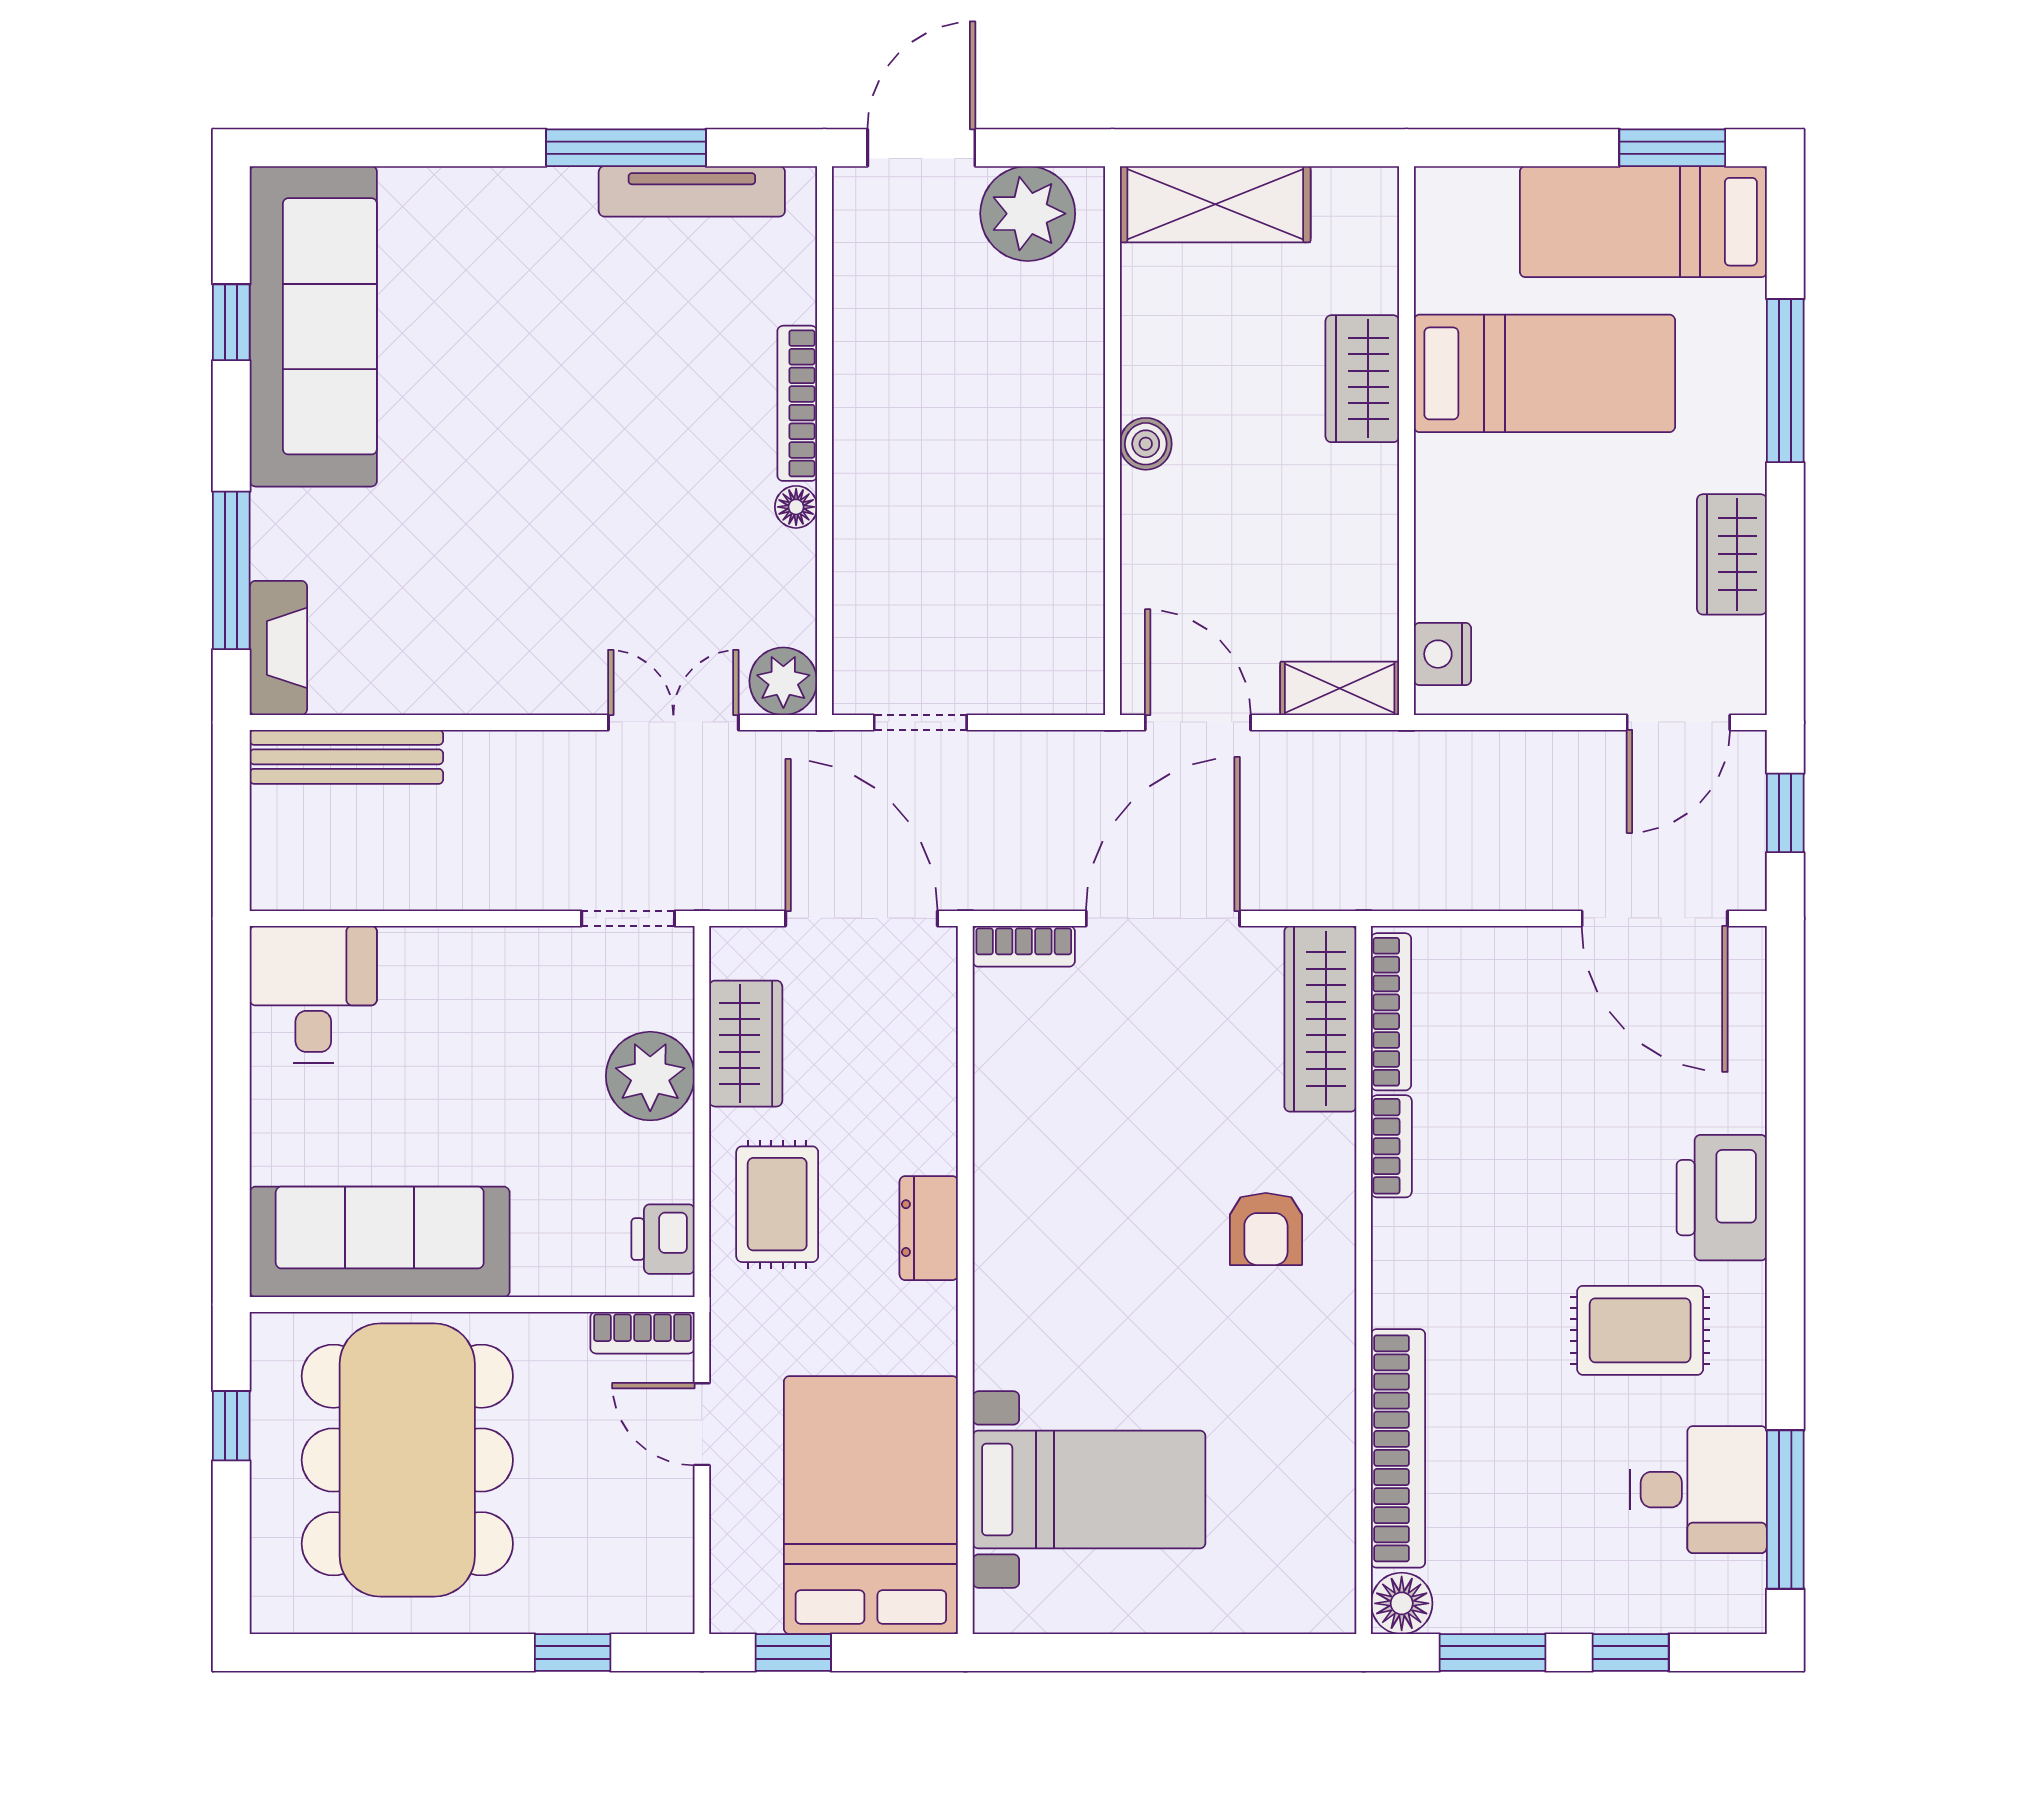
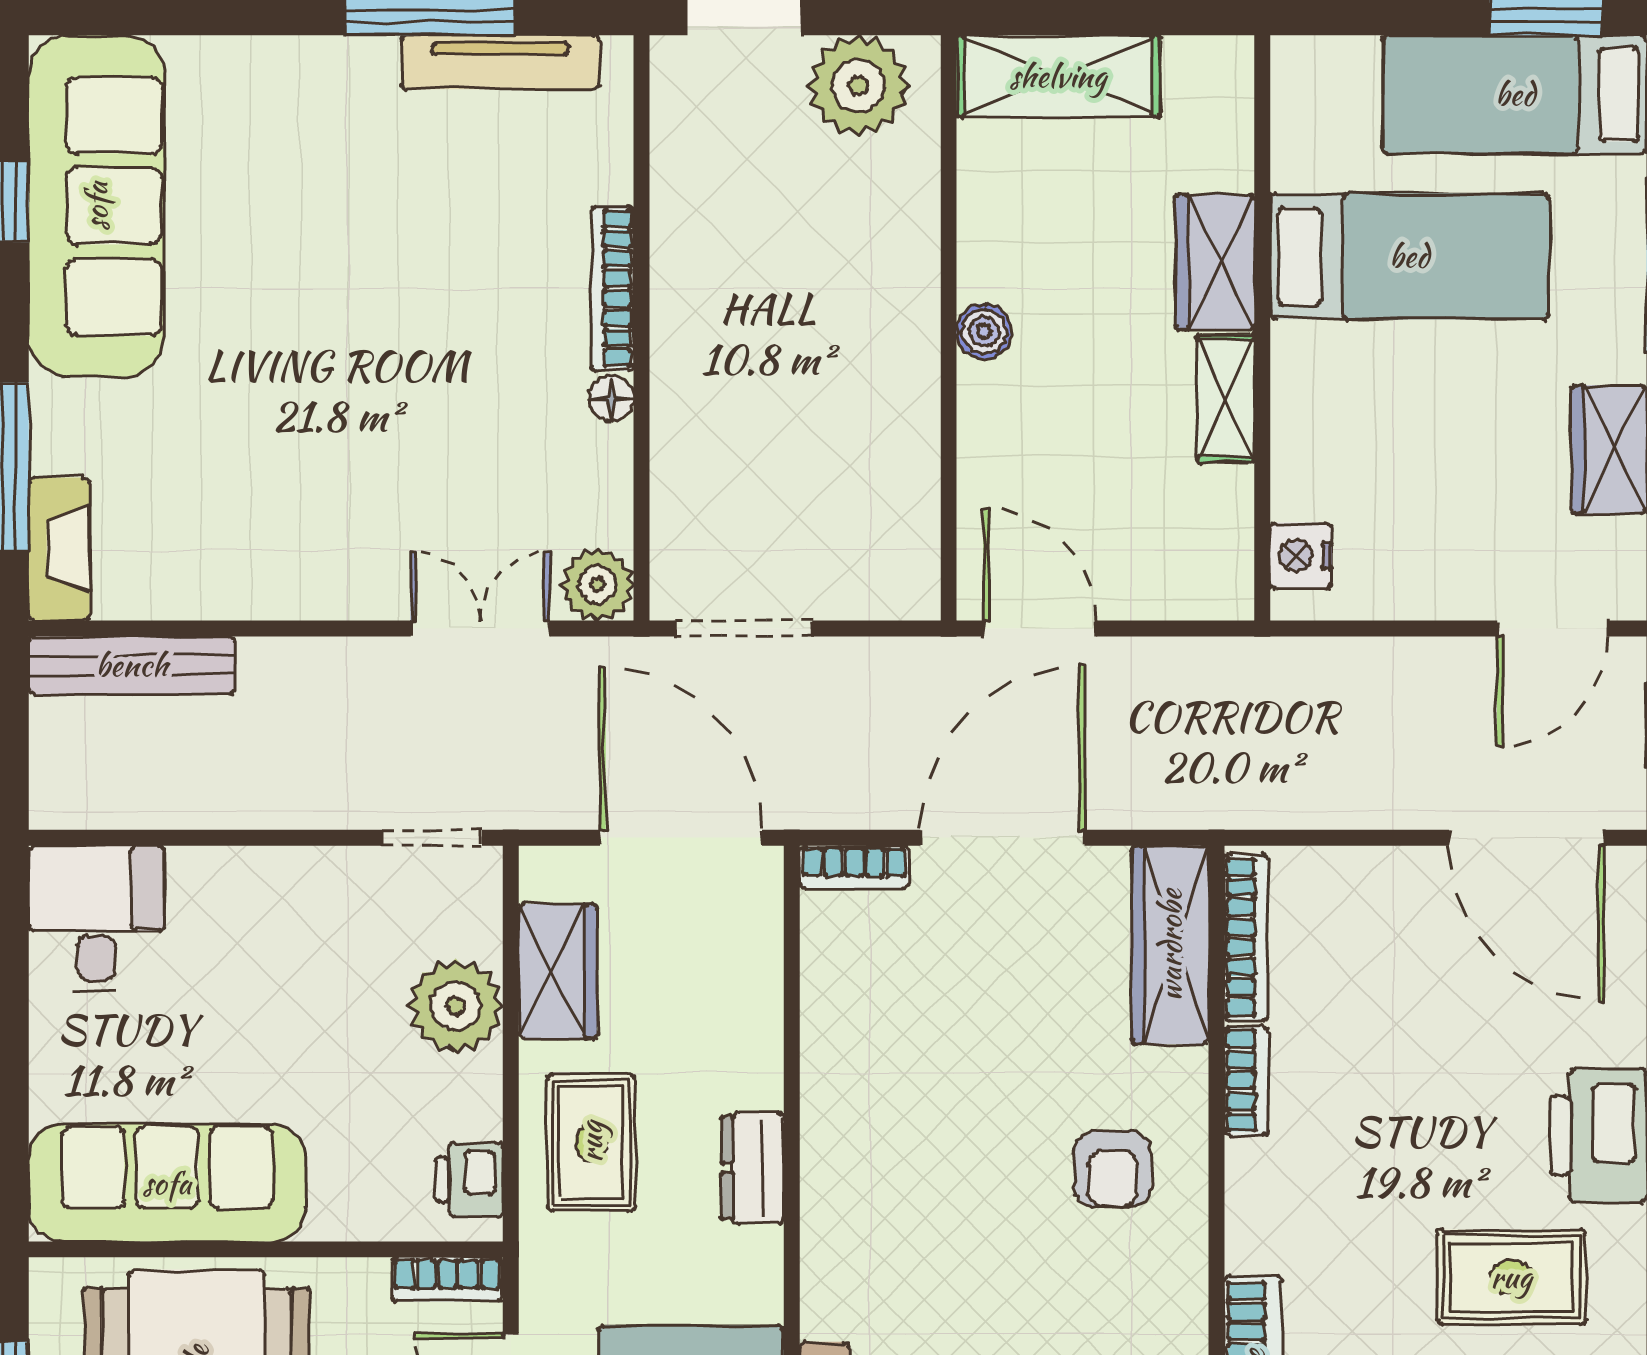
shelving: (1340, 688) -> (1226, 398), moved, turned 90
doorway: (920, 722) -> (744, 629), width x1.38

